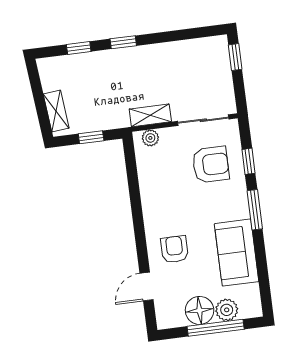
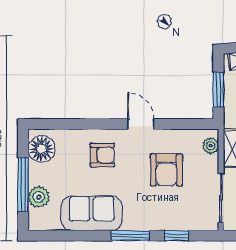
window: (91, 137) -> (218, 90), width x1.50
armchair: (211, 165) -> (166, 170), moved
door: (147, 286) -> (141, 124), moved
floor lamp: (200, 310) -> (42, 149), moved

